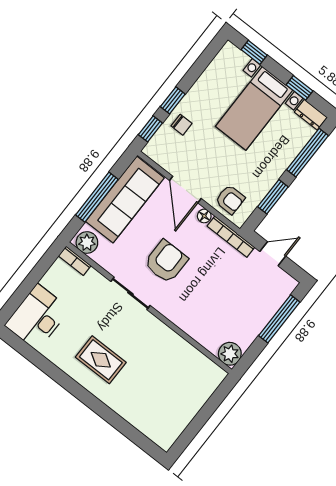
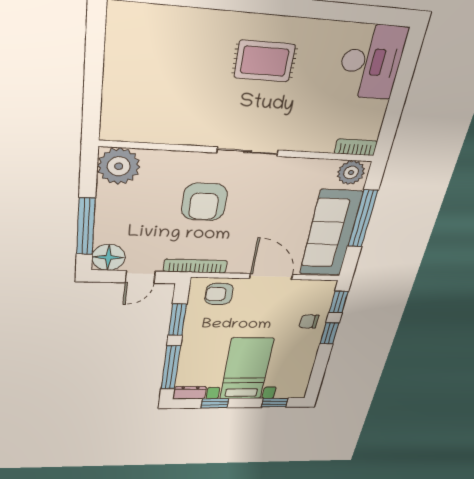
floor lamp: (204, 216) -> (108, 257), moved, width x1.89, depth x1.89
armchair: (166, 261) -> (204, 202), moved
sliding door: (131, 293) -> (248, 152), moved
plant: (230, 354) -> (119, 166), width x1.36, depth x1.36

